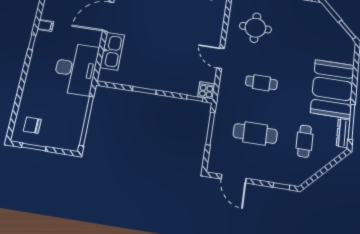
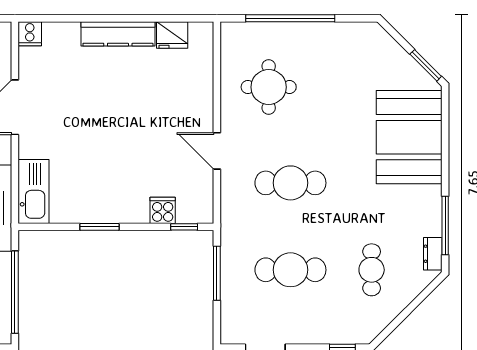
kitchen sink: (112, 51) -> (34, 192), moved
cafe table: (261, 83) -> (290, 183), width x1.37, depth x1.35
booth: (332, 89) -> (409, 137), moved
cooker: (206, 90) -> (163, 210), moved
dresser: (343, 133) -> (433, 254), width x0.70

